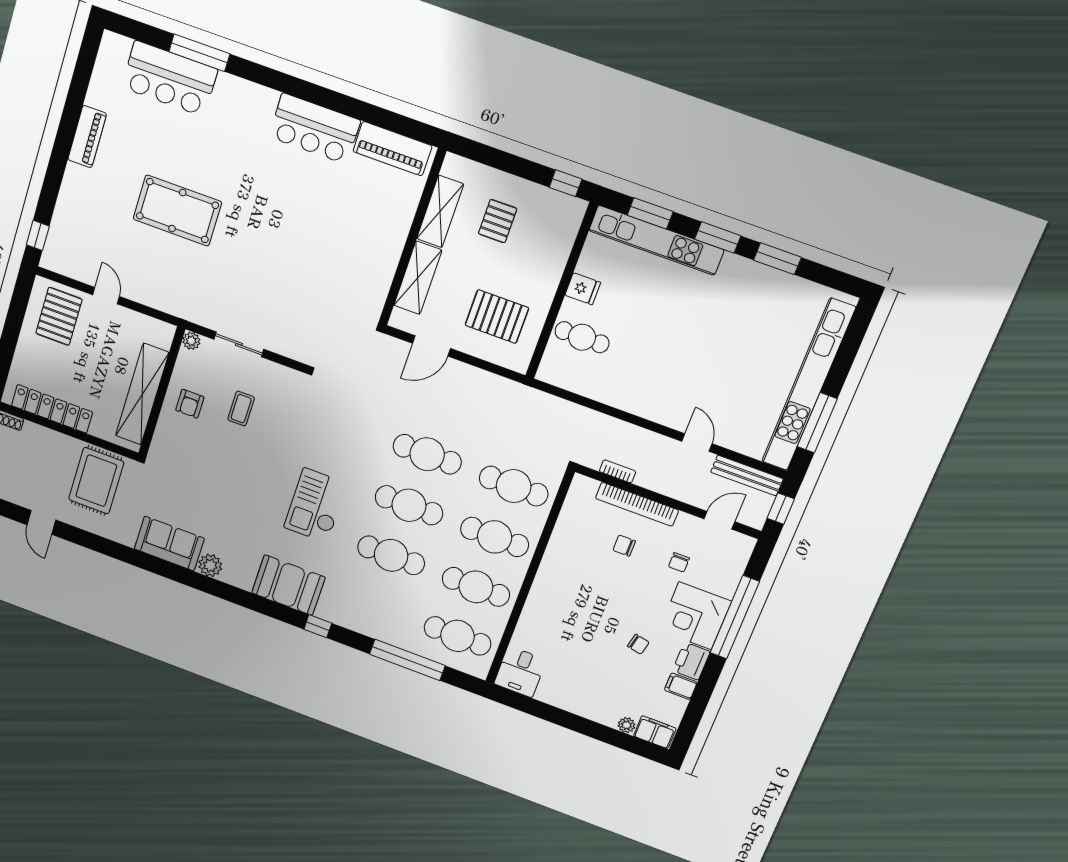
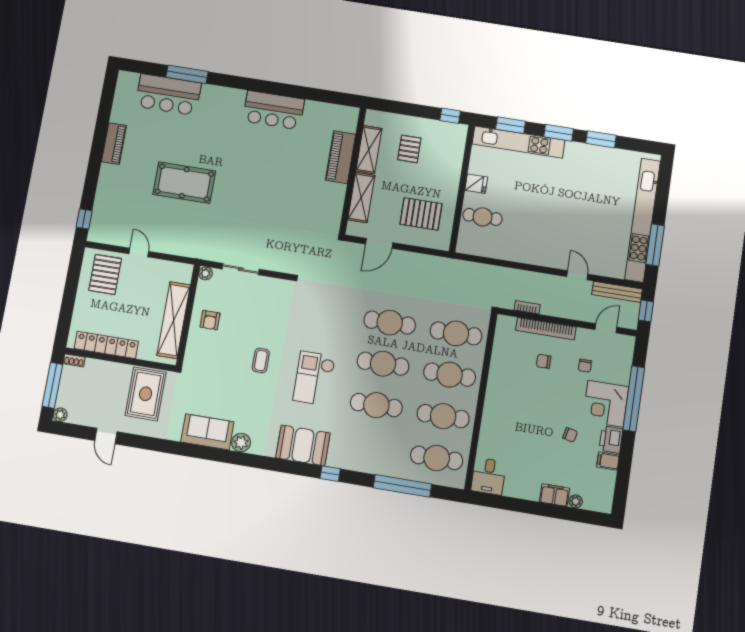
piano: (392, 149) -> (341, 157), moved, turned 90
coffee table: (241, 409) -> (261, 360), moved
filing cabinet: (655, 732) -> (555, 495), moved

